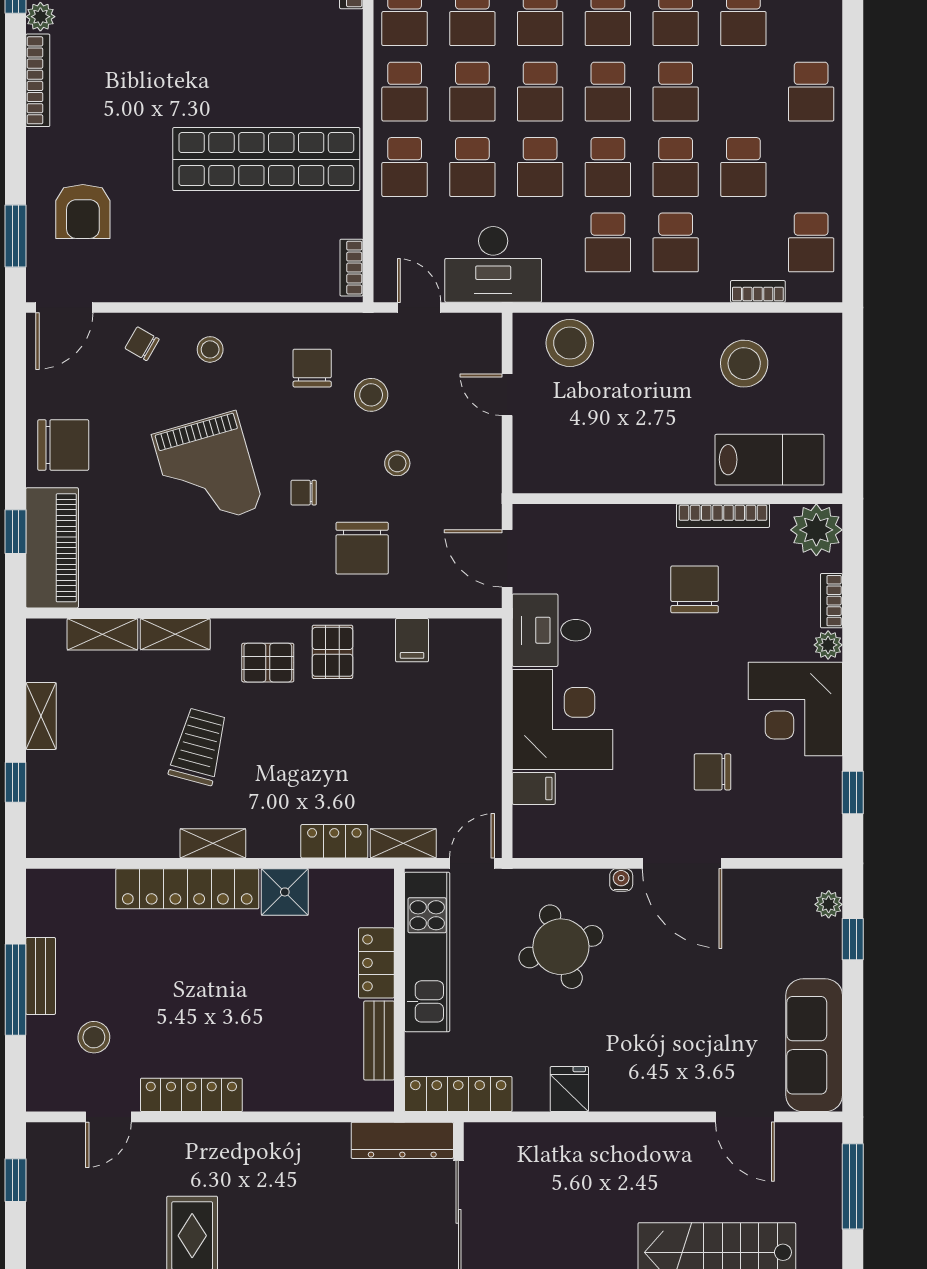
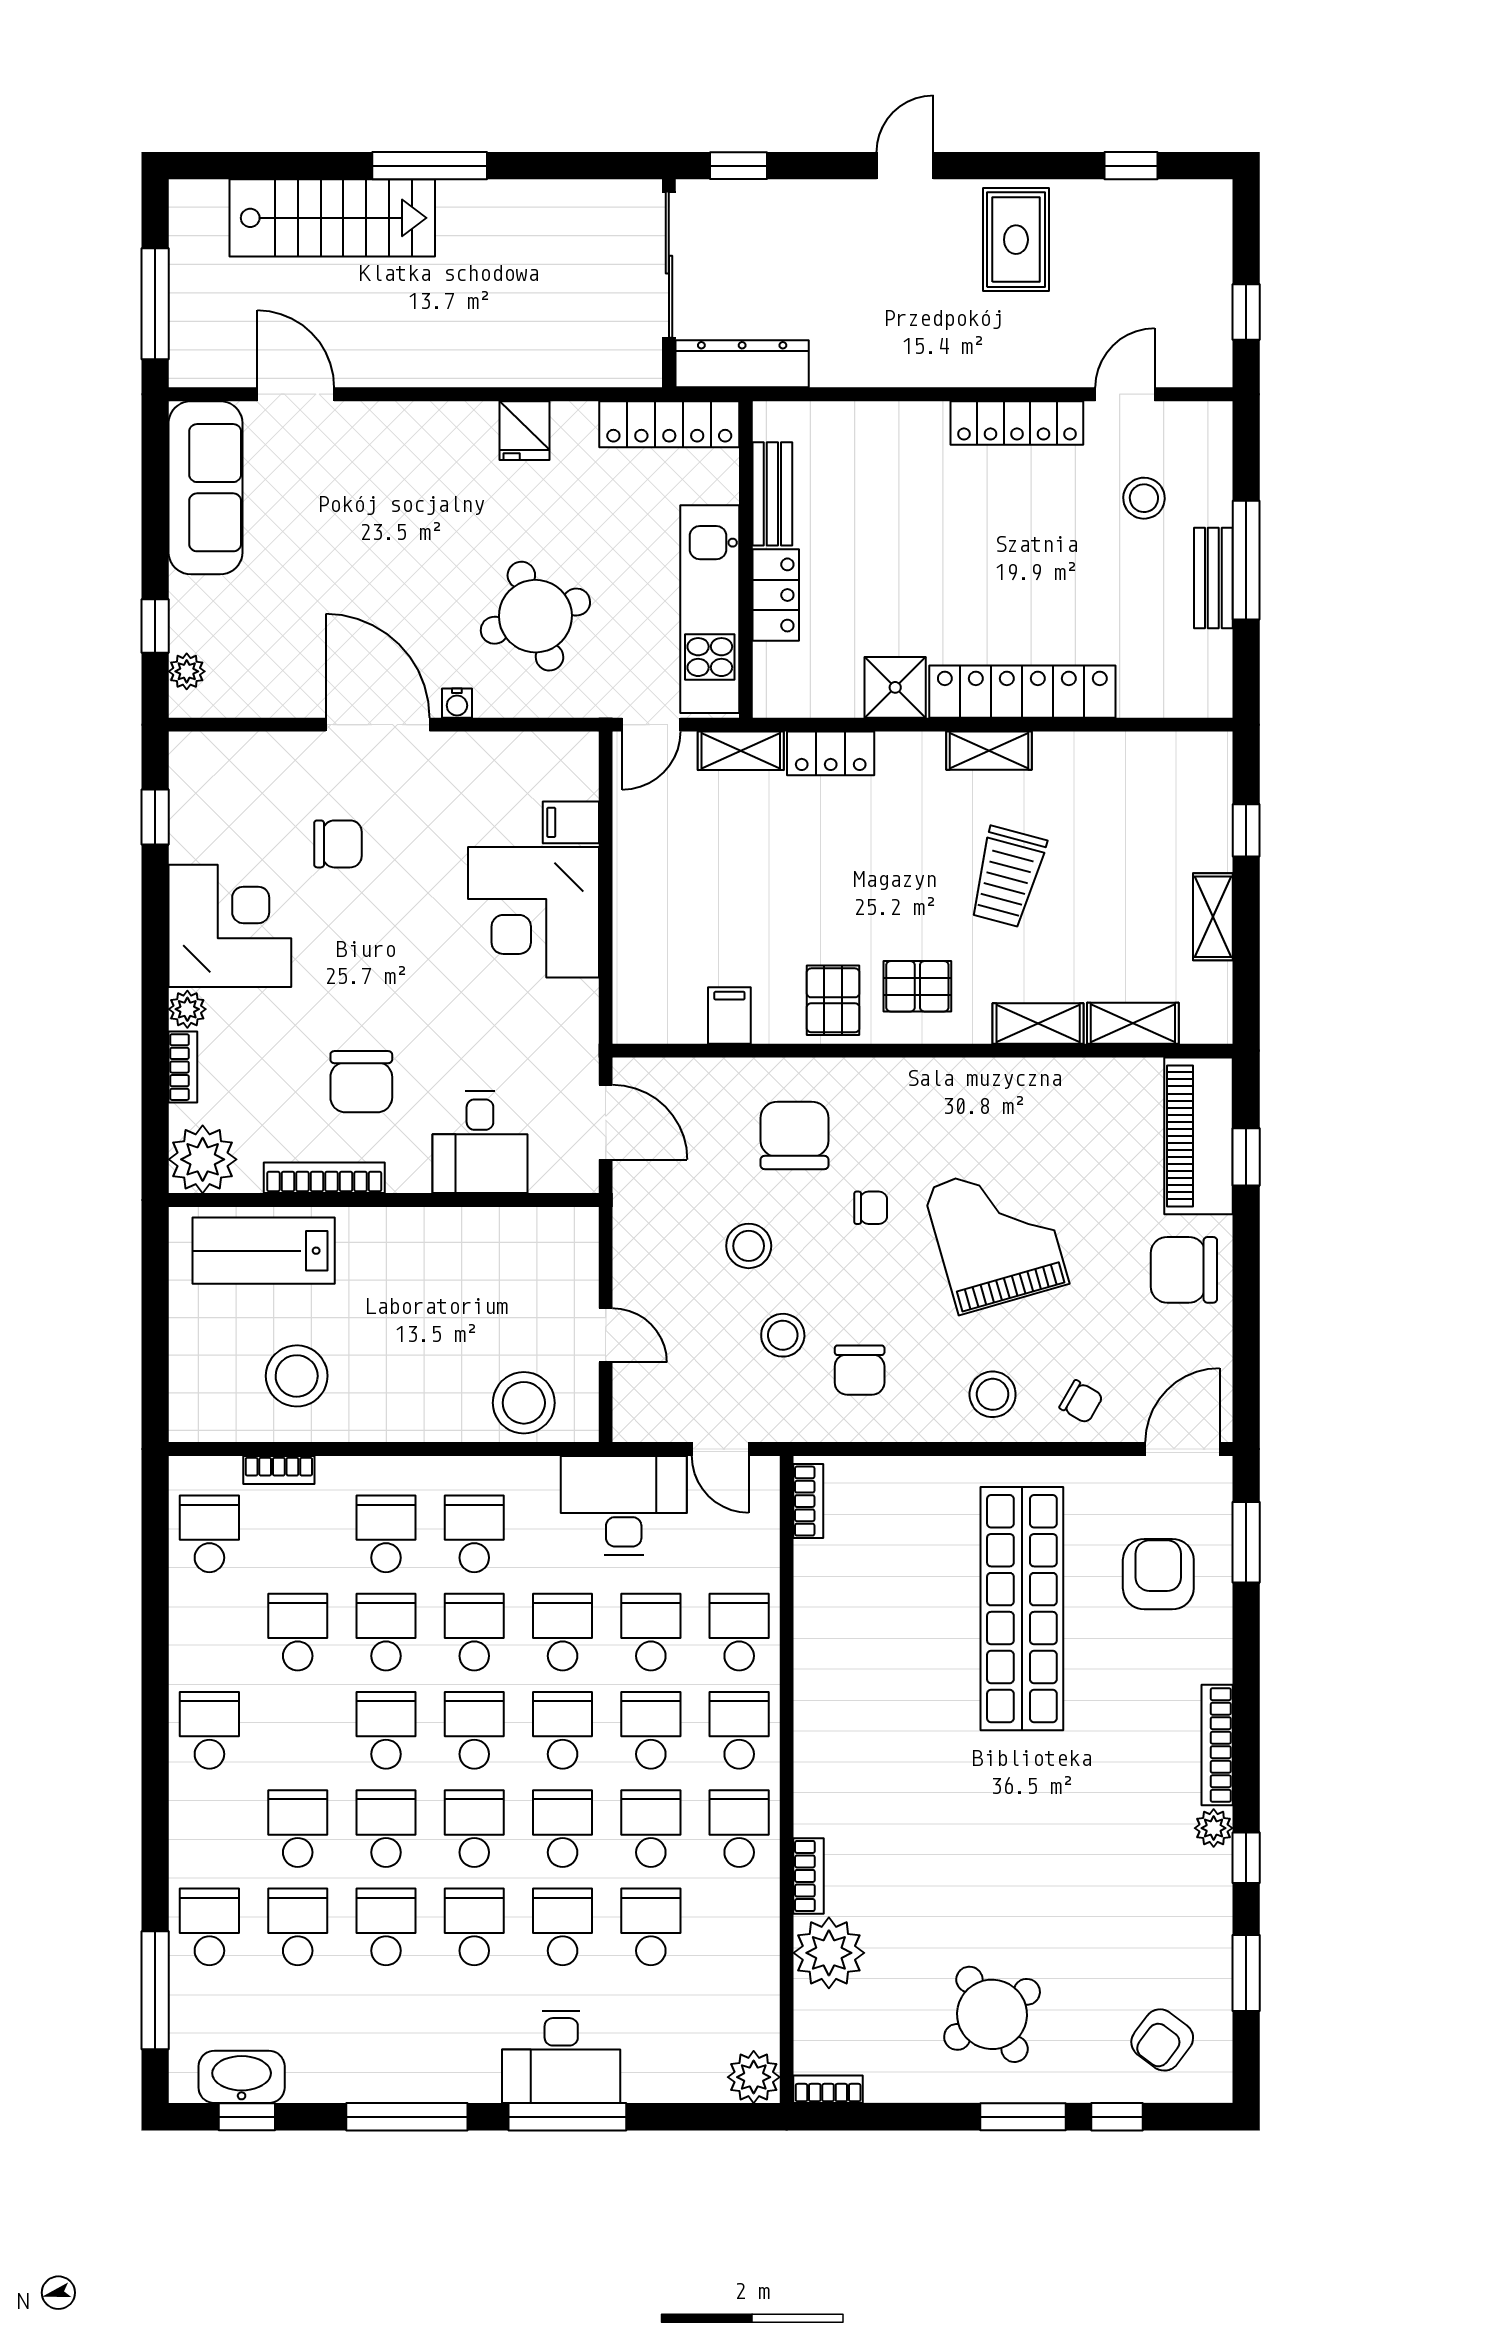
shop shelf: (266, 159) -> (1022, 1609), moved, turned 90
stool: (210, 349) -> (993, 1394), width x1.37, depth x1.37
stool: (397, 463) -> (749, 1246), width x1.37, depth x1.37
desk: (551, 630) -> (480, 1142), moved, turned 90

